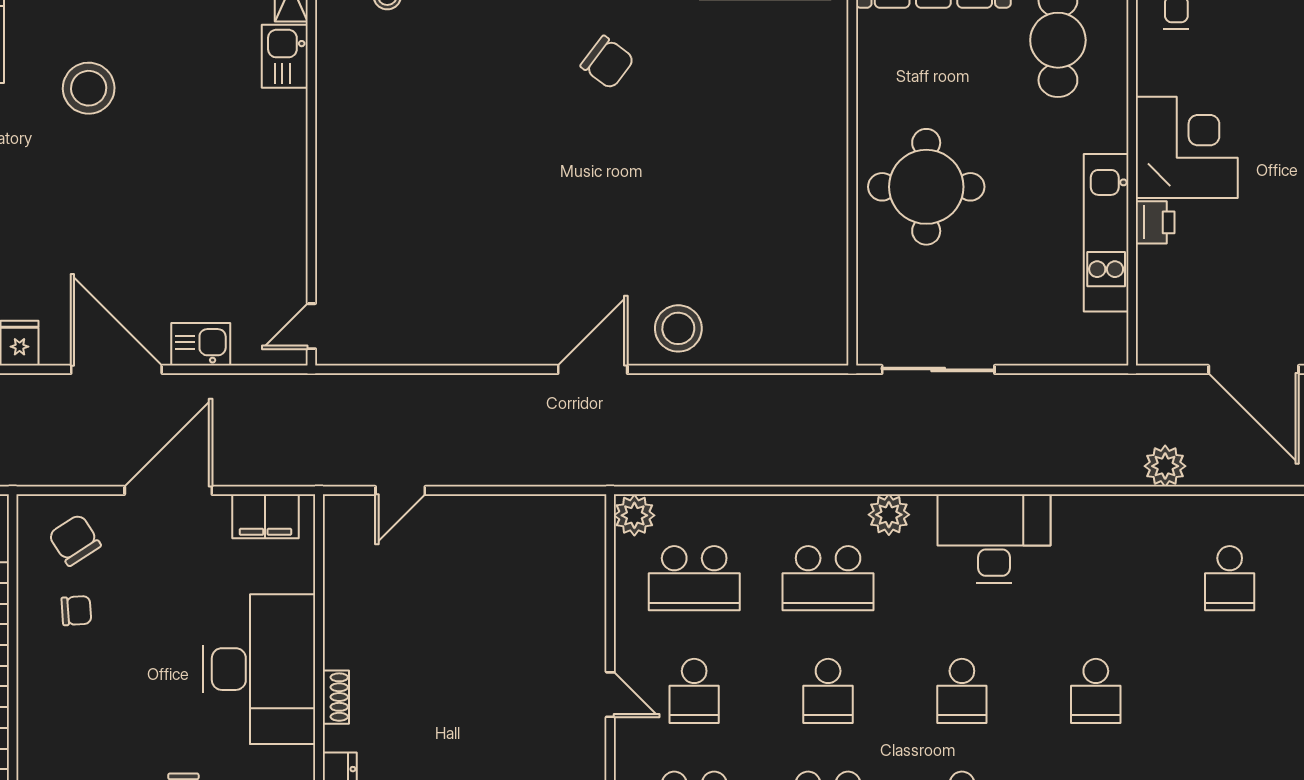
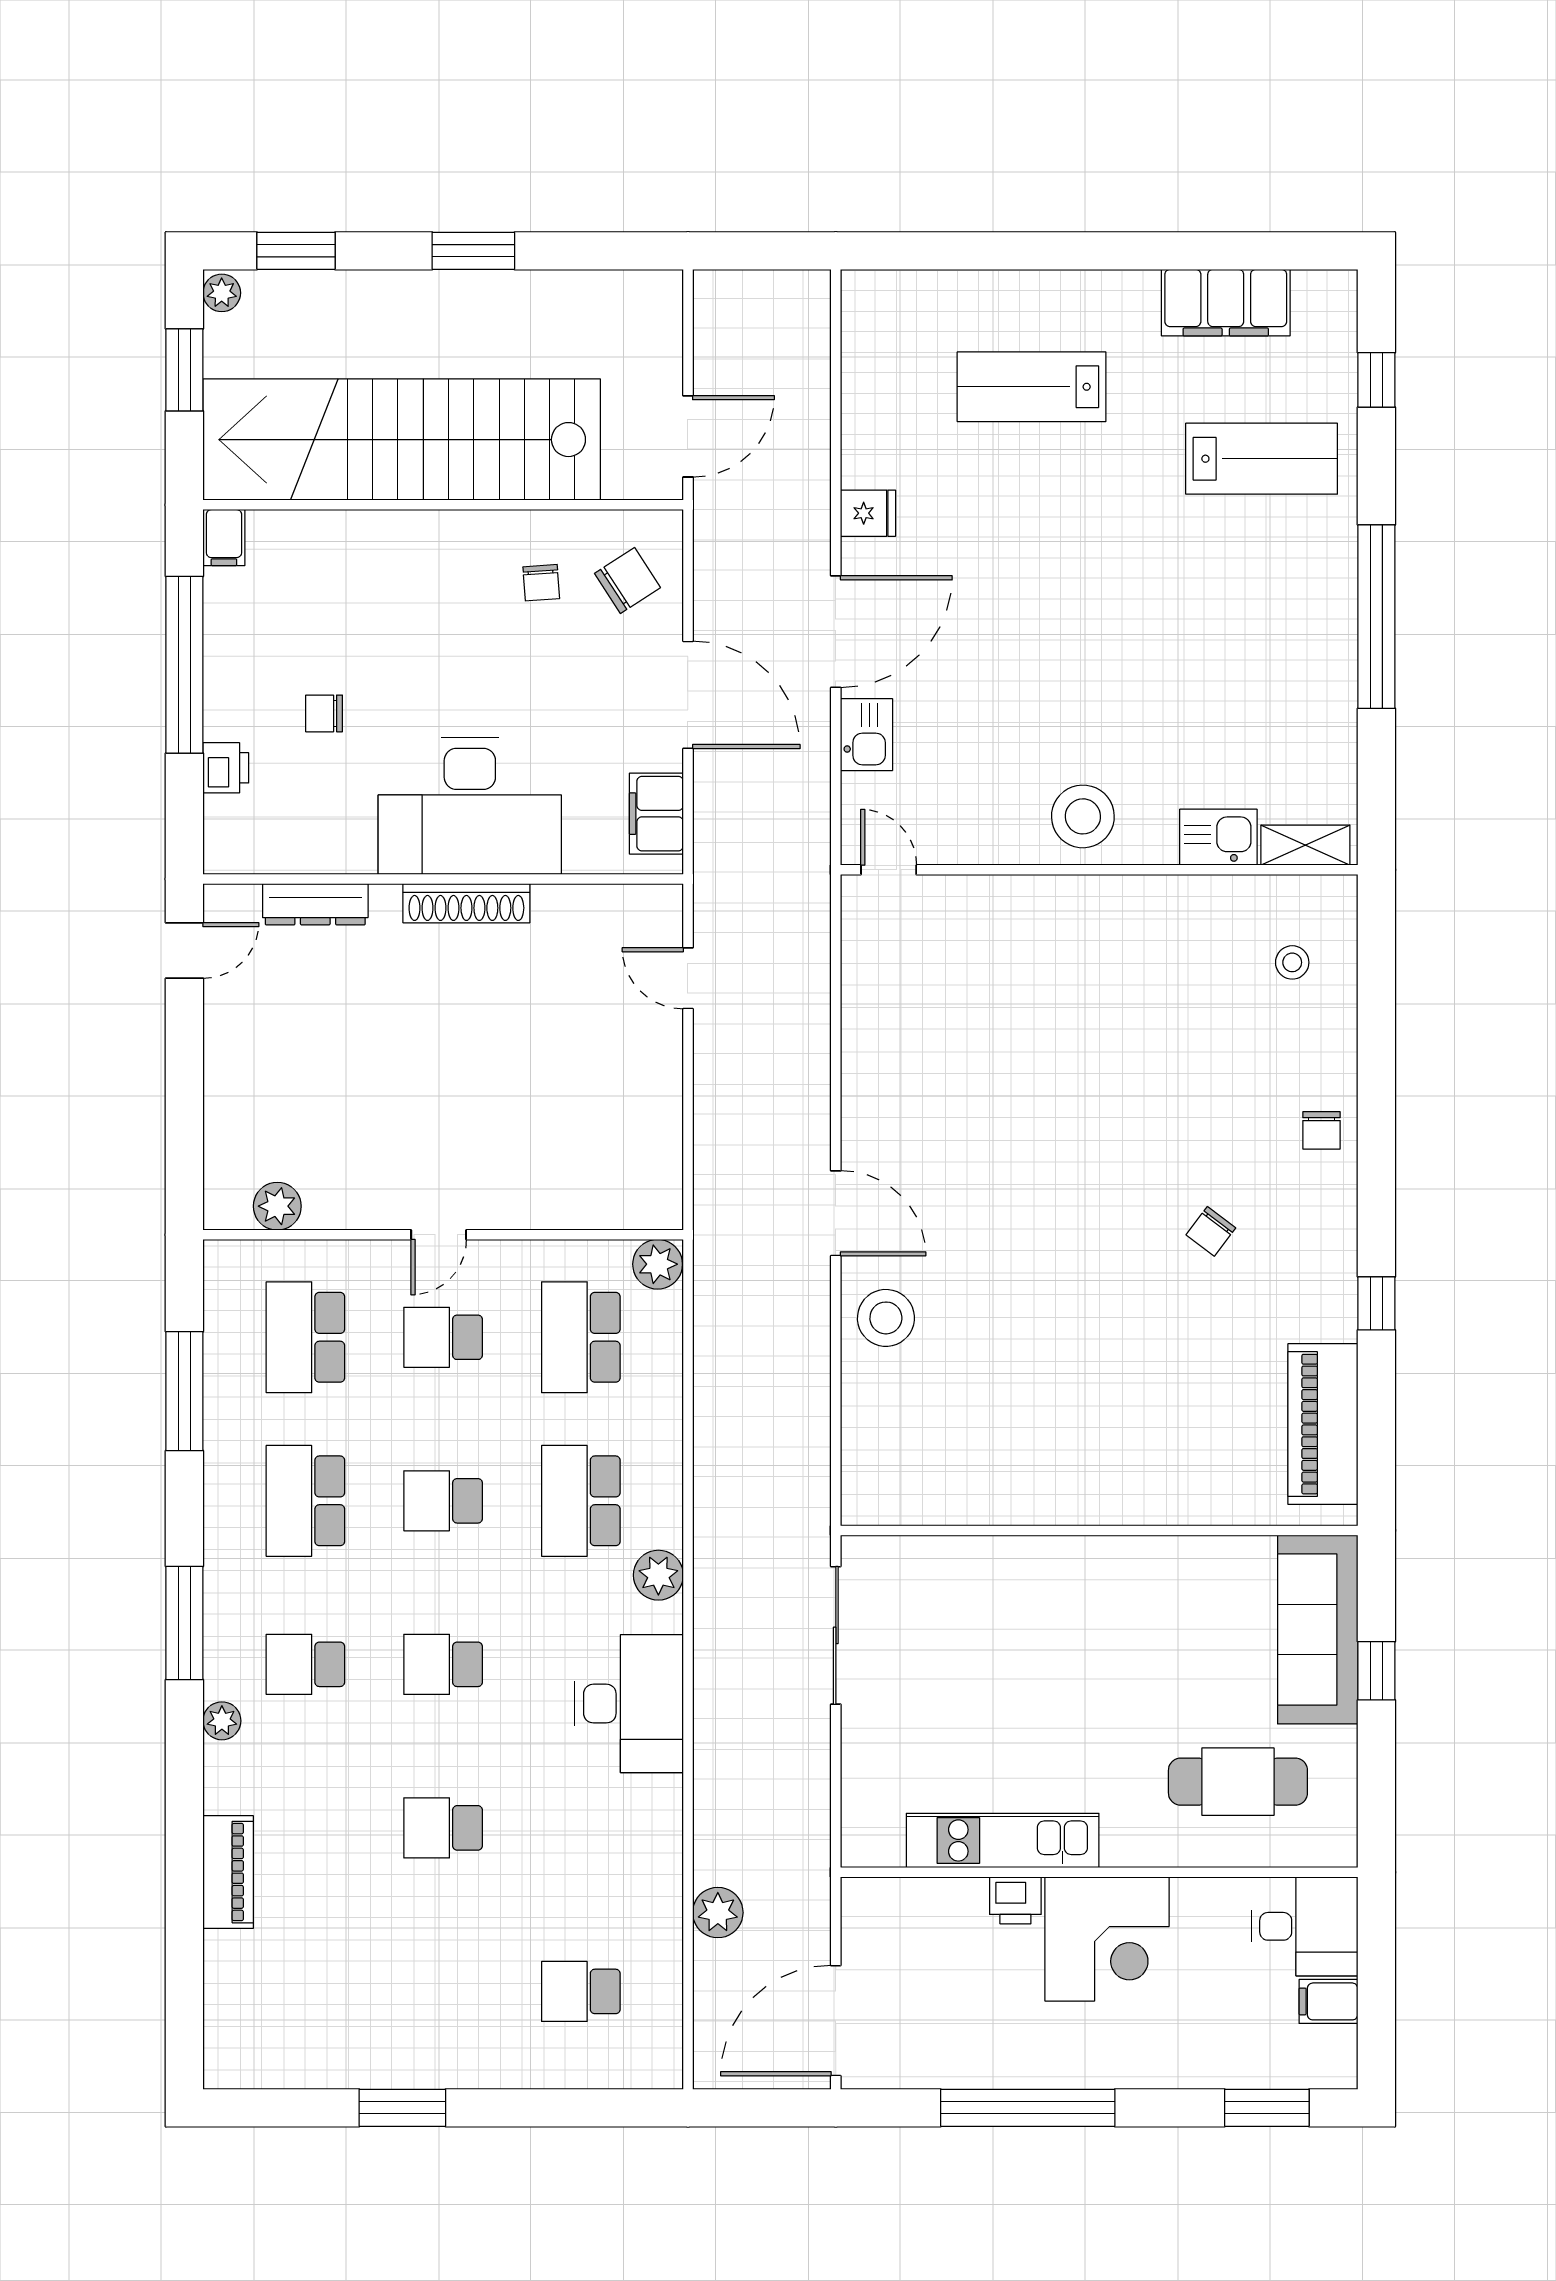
chair: (607, 62) -> (1211, 1231), width x0.73, depth x0.73
stool: (89, 88) -> (1083, 816), moved
round table: (926, 187) -> (1059, 1621), removed
shoe rack: (336, 697) -> (466, 903), width x1.94, depth x1.24

